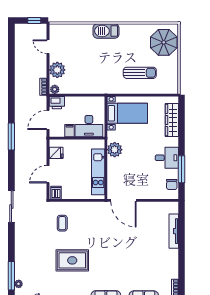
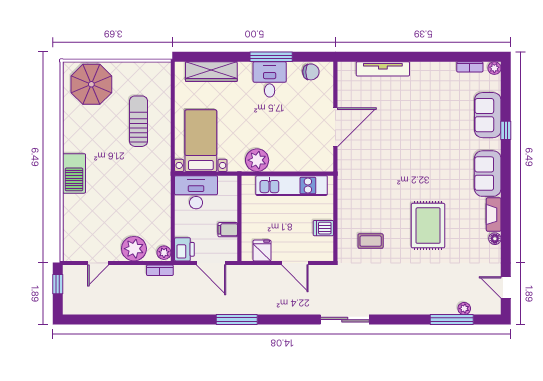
desk: (89, 126) -> (196, 192), moved, turned -90
window: (182, 169) -> (271, 57), moved
dishwasher: (56, 193) -> (323, 228), moved
door: (123, 200) -> (335, 127), moved

